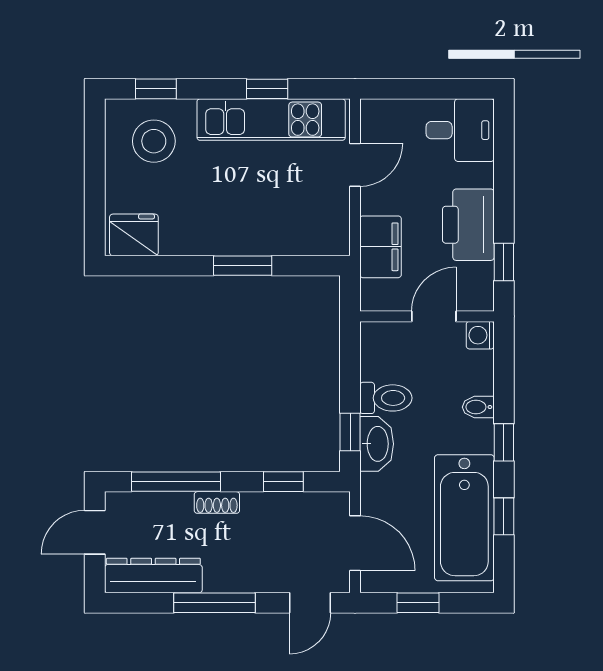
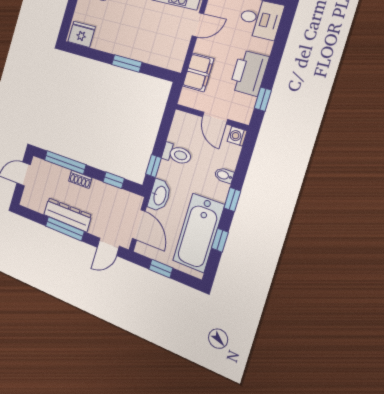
door: (434, 316) -> (215, 118), swing flipped
washbasin: (377, 444) -> (159, 195), moved
dresser: (153, 576) -> (67, 215), moved

